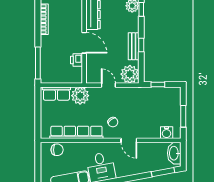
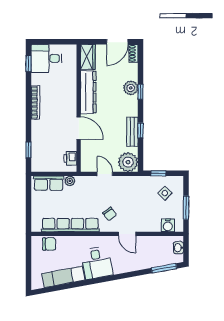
printer: (77, 60) -> (70, 158), moved
window: (38, 63) -> (28, 150), width x0.46
plant: (80, 96) -> (70, 181), width x0.53, depth x0.53
side table: (164, 103) -> (165, 193), added
washbasin: (174, 153) -> (178, 248), width x0.52, depth x0.69

